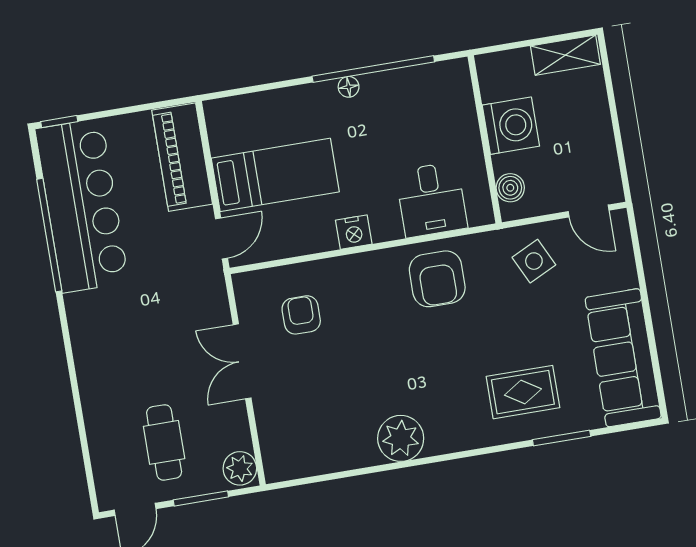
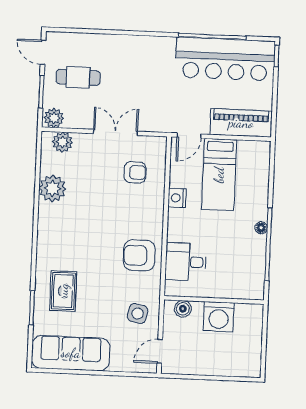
shelving: (565, 55) -> (253, 357), removed
nightstand: (354, 232) -> (177, 198), moved
door: (221, 238) -> (189, 136), hinge flipped
side table: (534, 261) -> (138, 313), turned 38
plant: (401, 438) -> (53, 188), moved
plant: (277, 446) -> (62, 142), added

